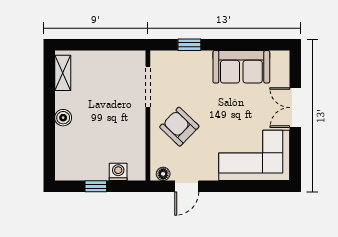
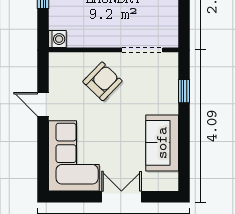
washing machine: (118, 172) -> (57, 39), moved
floor lamp: (163, 174) -> (55, 65), removed
door: (187, 186) -> (43, 104), moved

